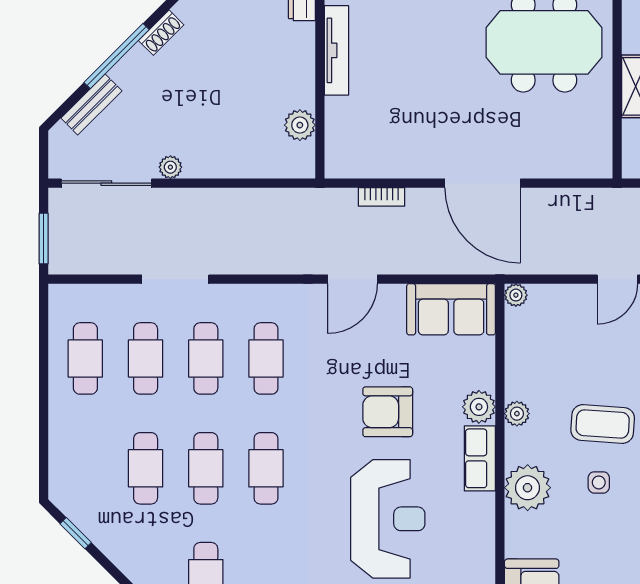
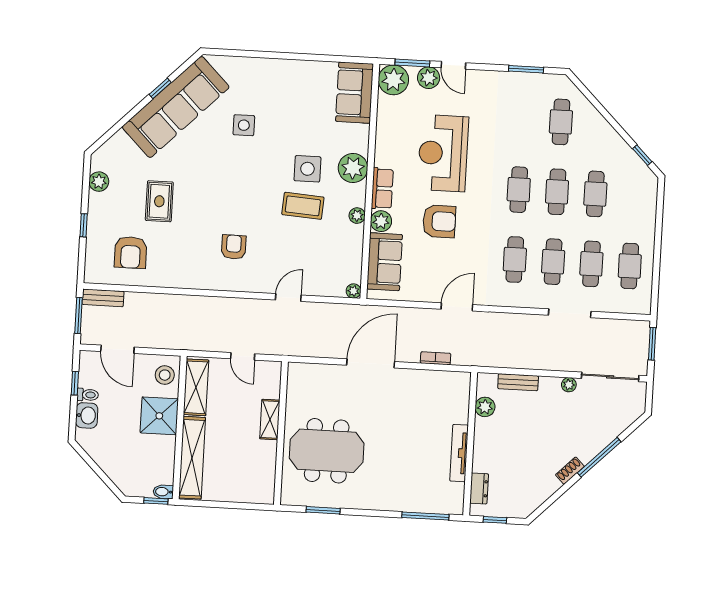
bench: (91, 104) -> (518, 382), moved, turned 45
door: (483, 183) -> (371, 363), hinge flipped
sofa: (451, 309) -> (385, 262), moved, turned 90
side table: (599, 482) -> (307, 169), width x1.87, depth x1.87

